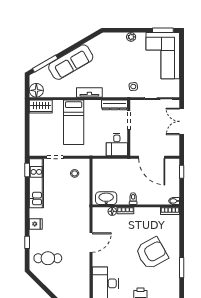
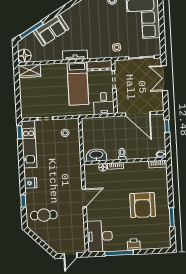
sofa: (71, 62) -> (51, 30), width x0.73
bed: (74, 122) -> (78, 83), moved
armchair: (152, 253) -> (143, 205), turned 119

